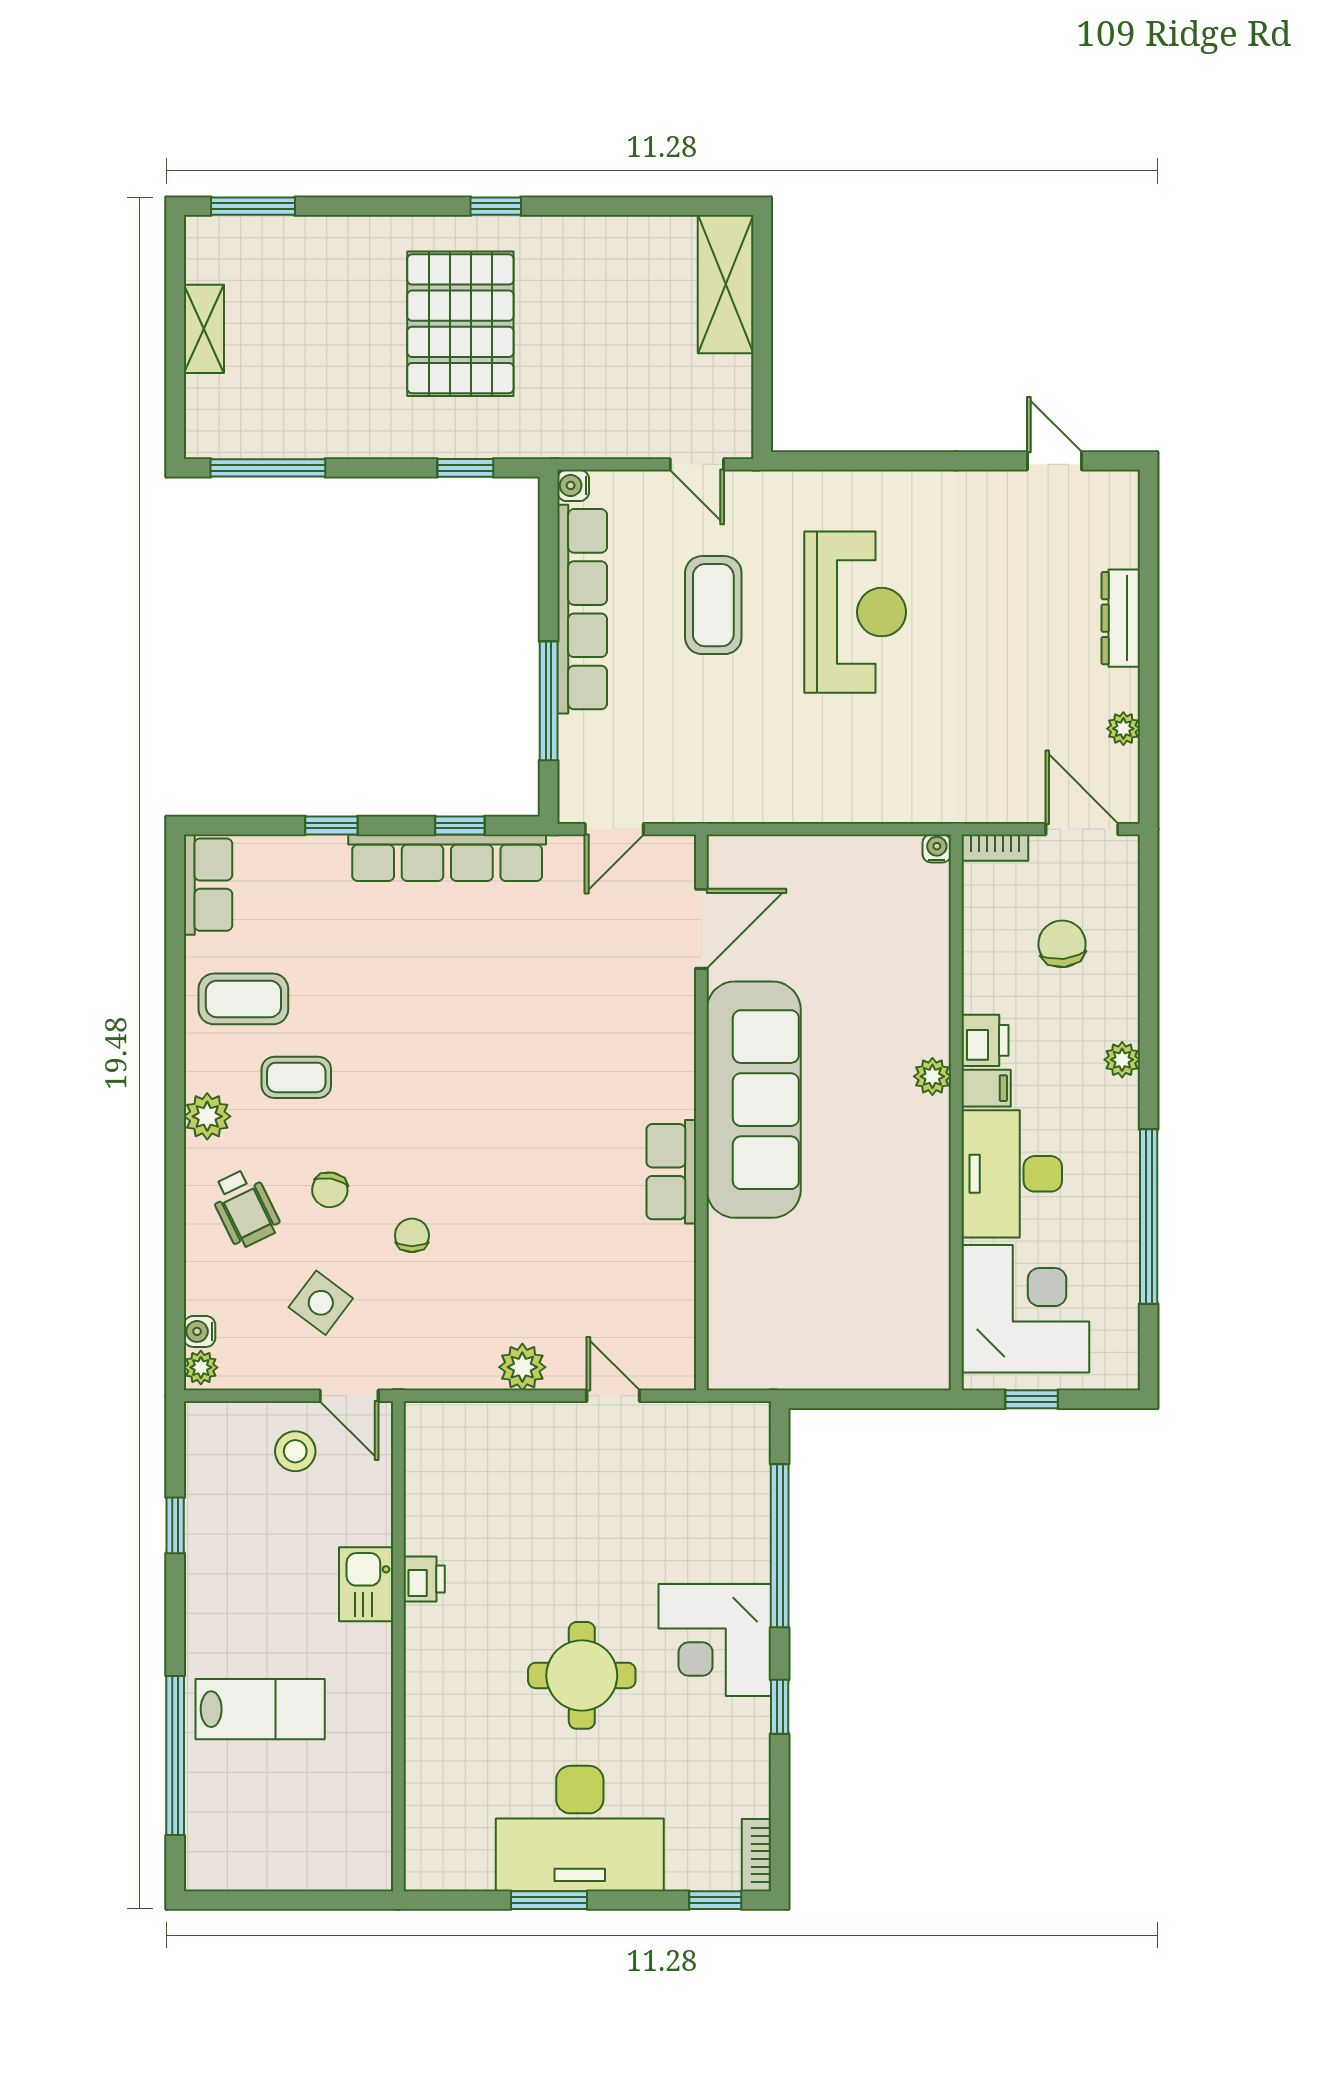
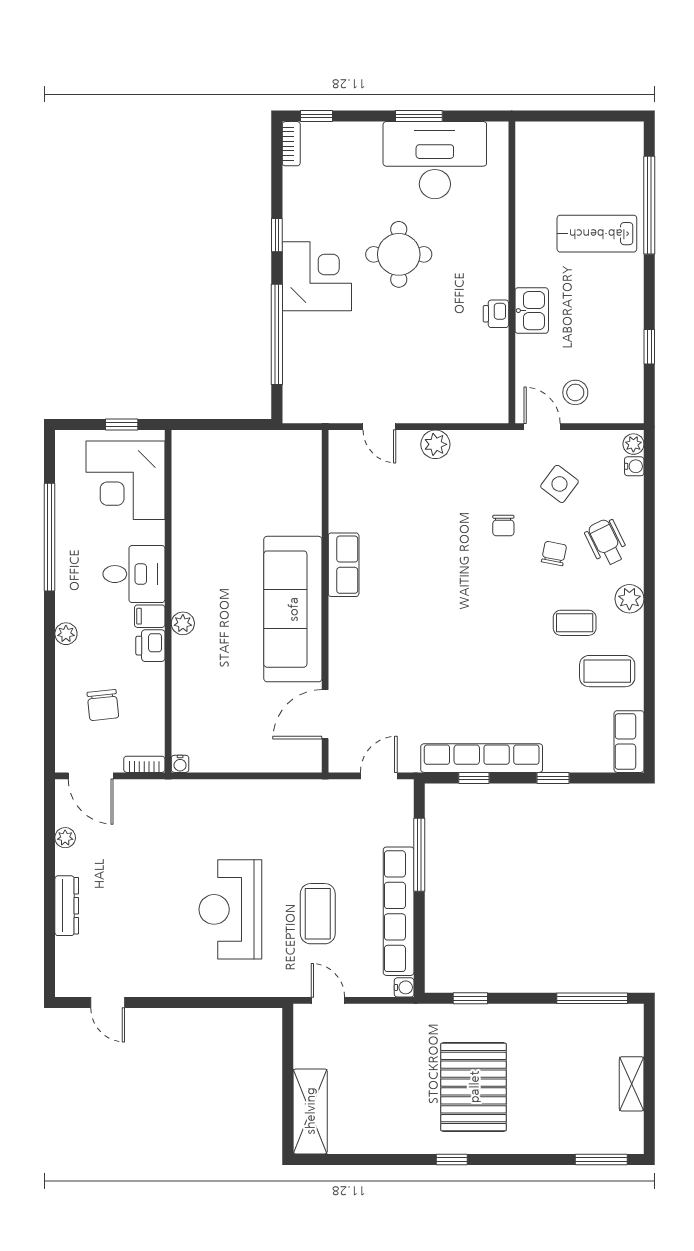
desk: (1012, 1174) -> (134, 574), width x0.73
desk: (580, 1829) -> (435, 160), moved

